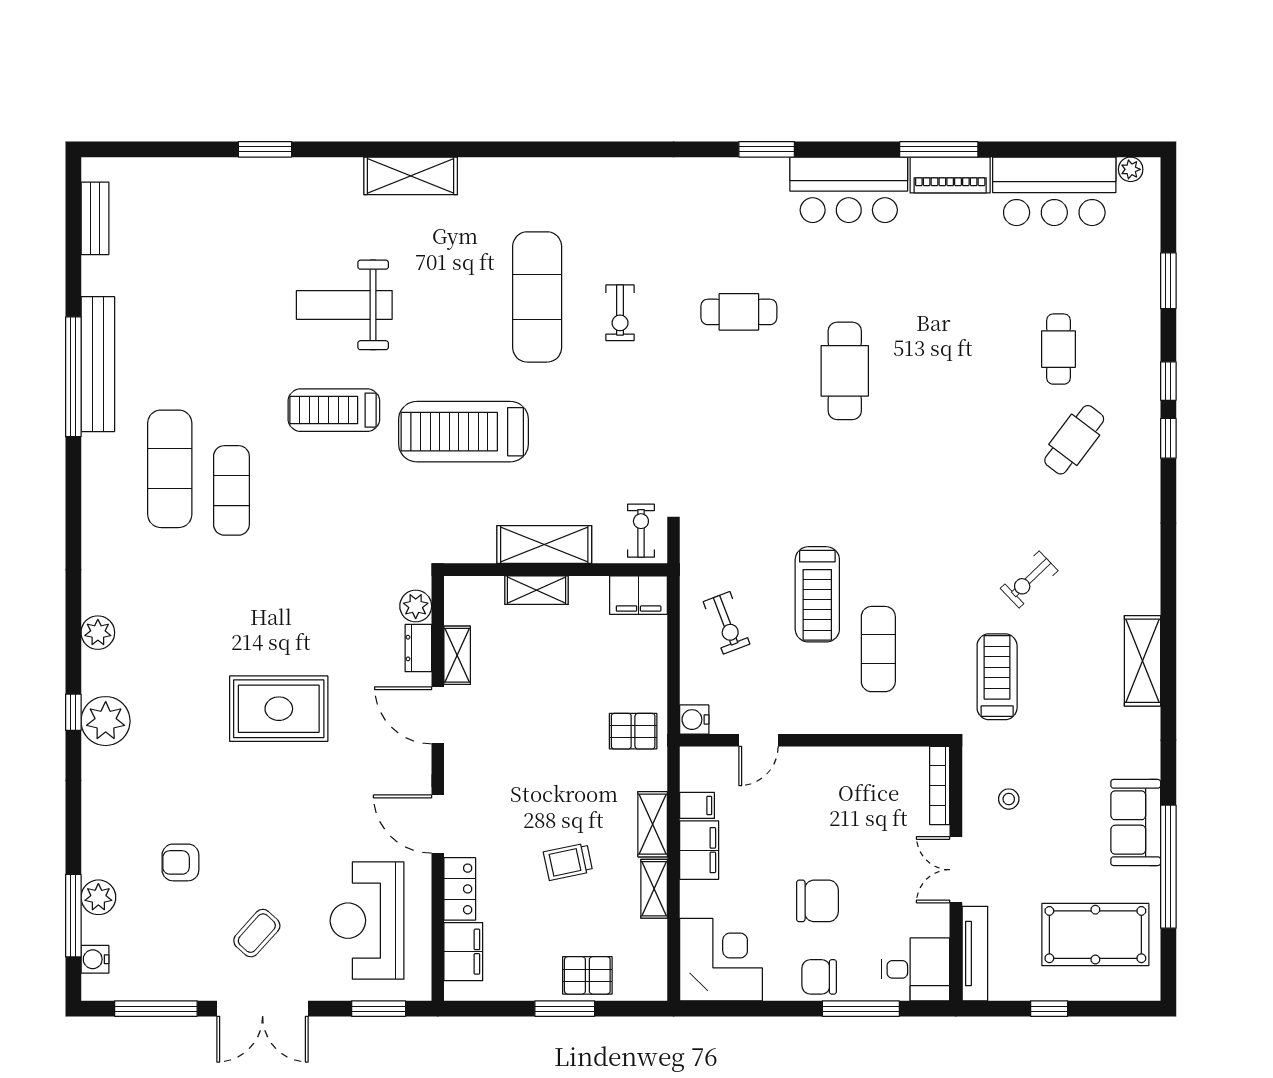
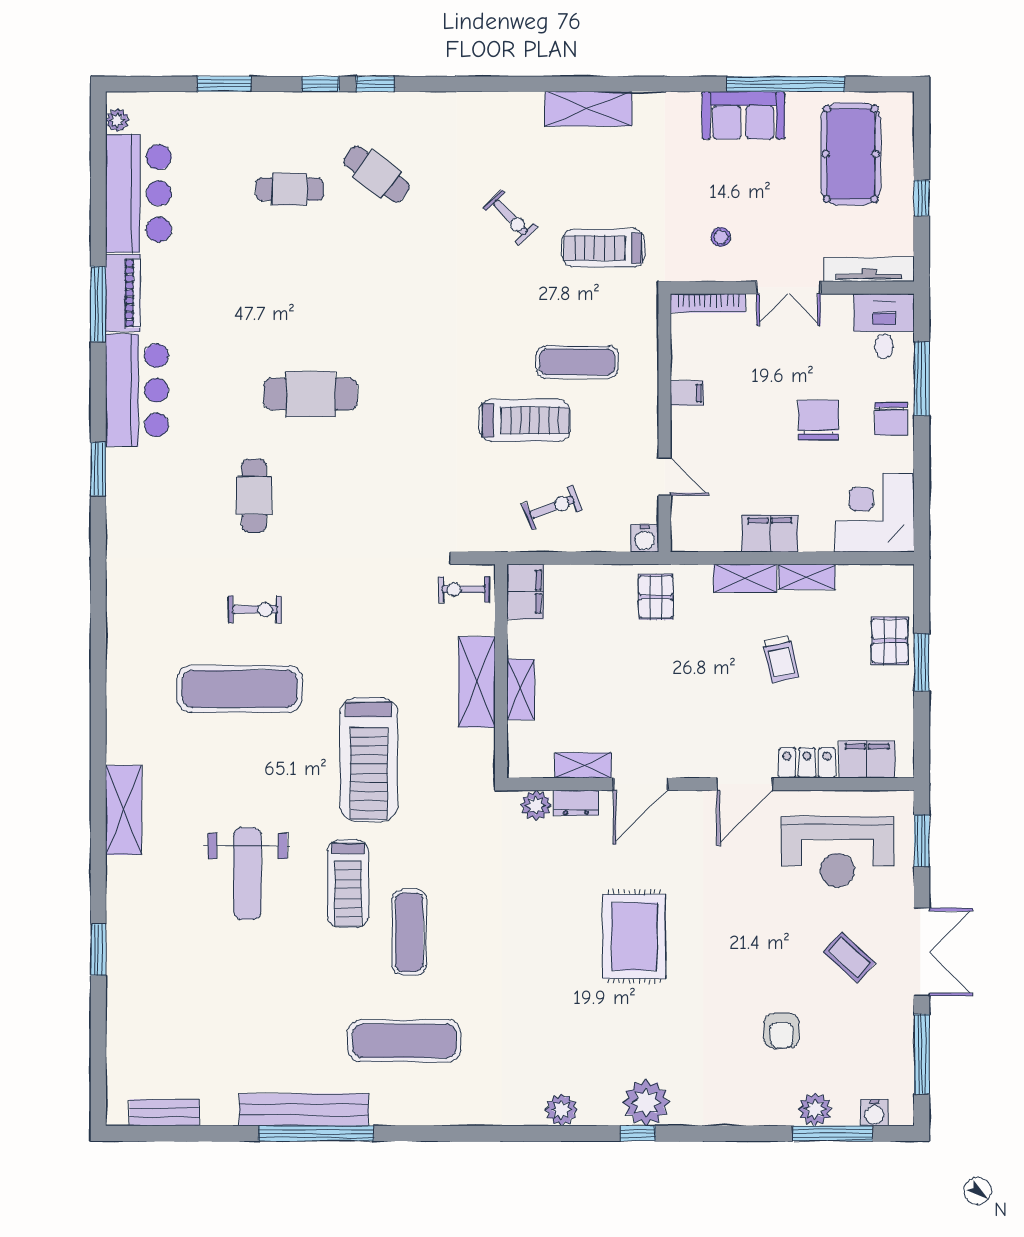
exercise mat: (231, 490) -> (409, 932), moved, turned 90
filing cabinet: (697, 805) -> (687, 393), moved, turned 90

